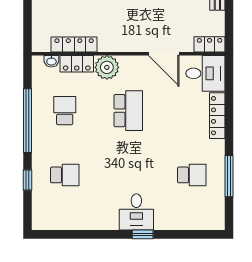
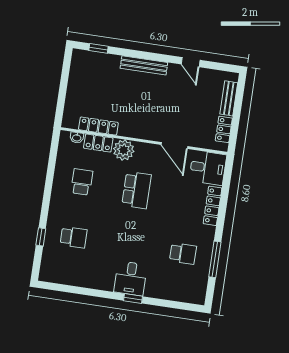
locker: (210, 44) -> (224, 129), moved, turned -90
window: (27, 121) -> (48, 186), removed

